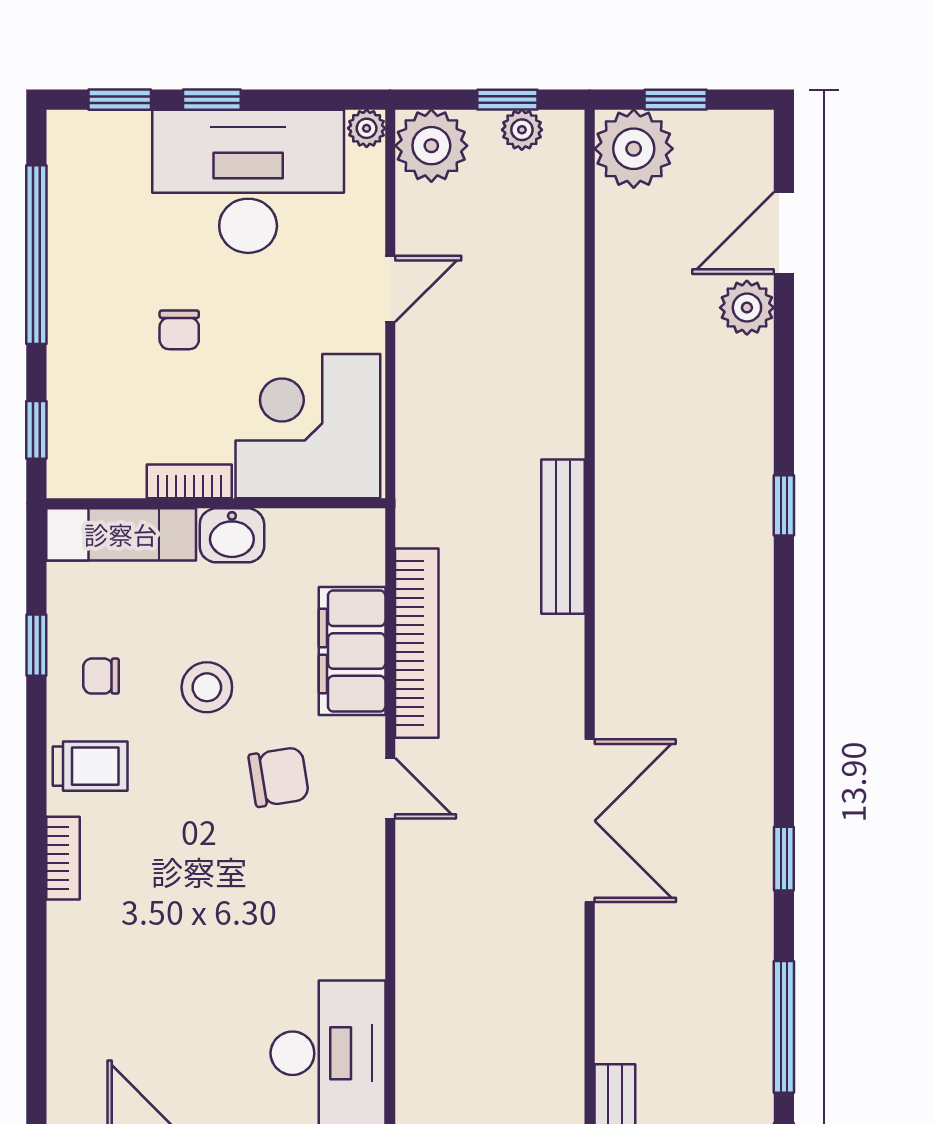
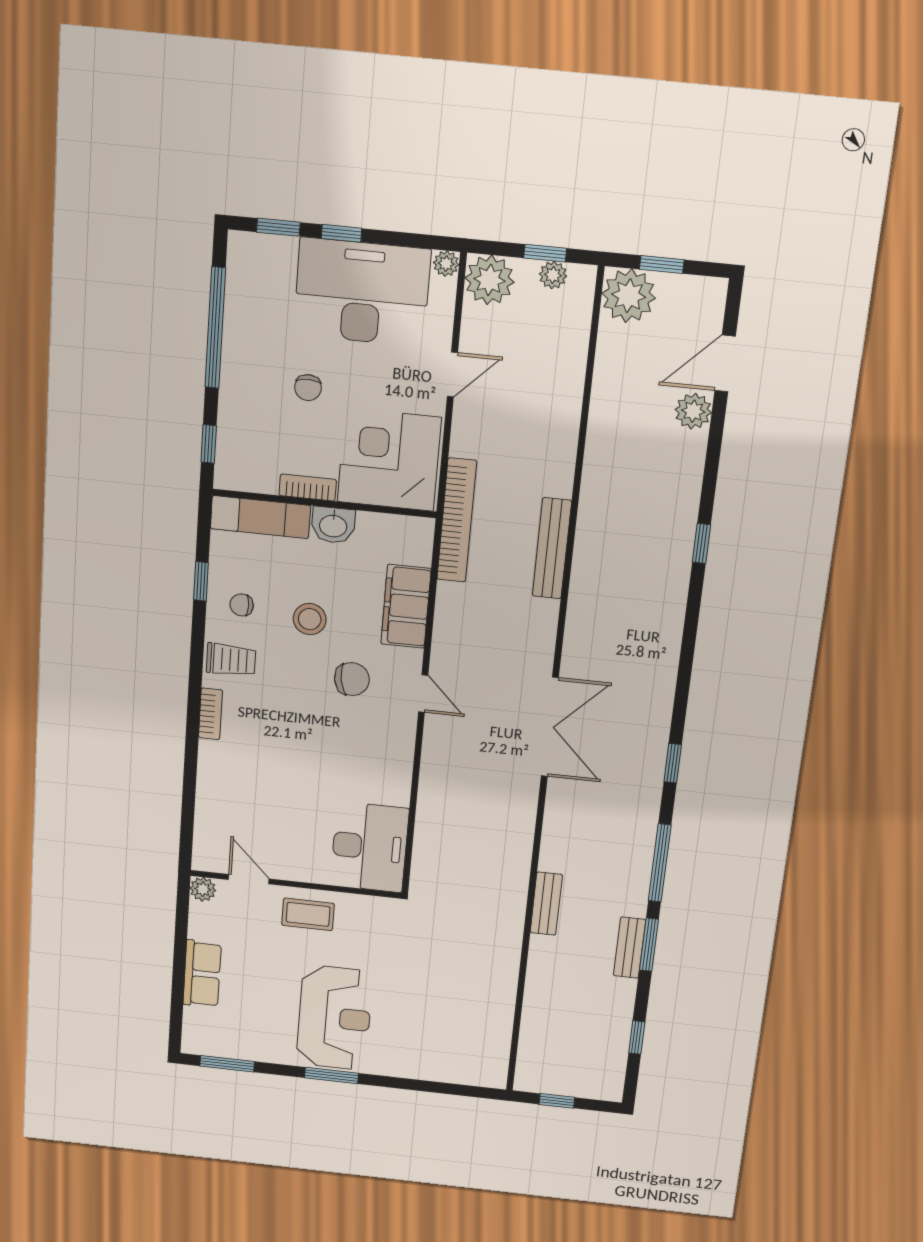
bookcase: (417, 643) -> (457, 520), moved

